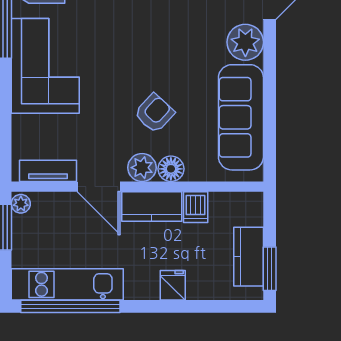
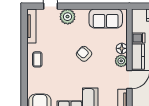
armchair: (154, 113) -> (84, 54), moved
sofa: (241, 117) -> (106, 18), width x0.73

